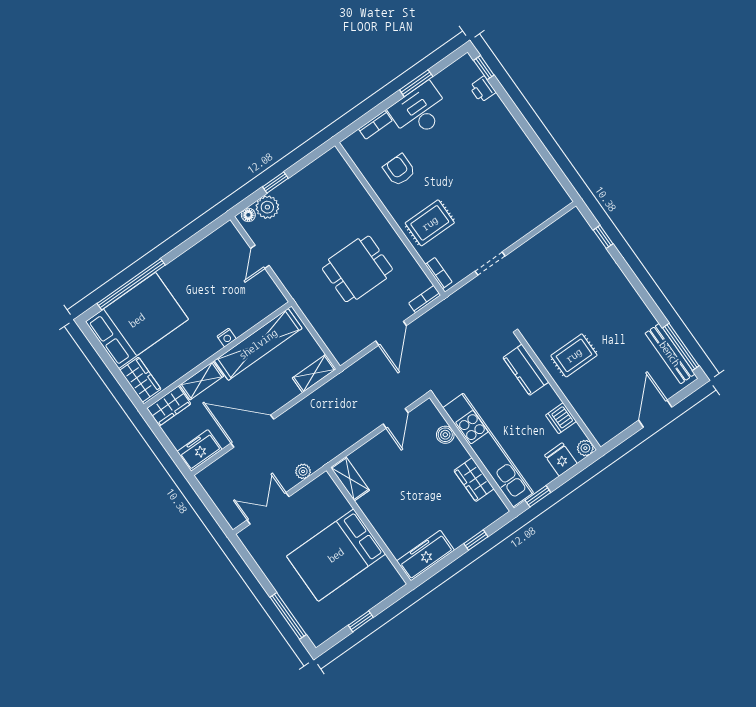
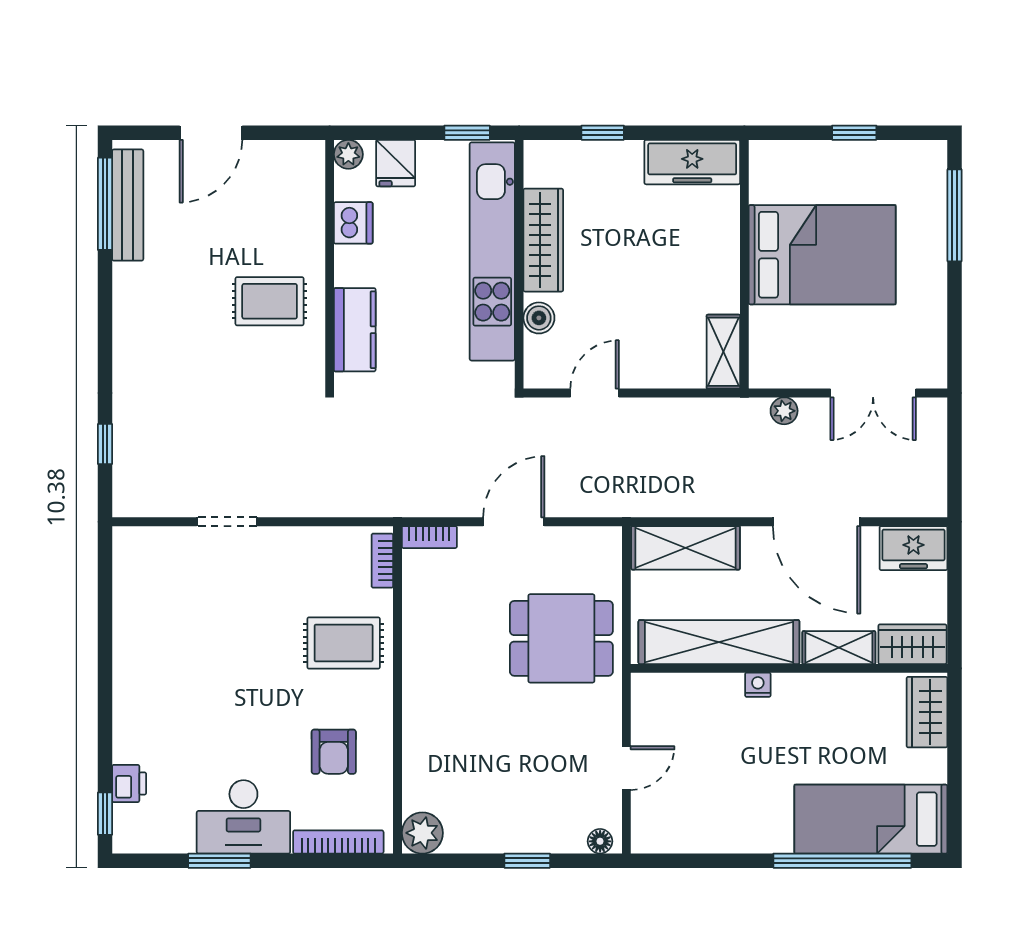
bookcase: (375, 125) -> (338, 842), width x1.56
plant: (267, 207) -> (422, 833), moved
doorway: (490, 264) -> (227, 522), moved
dining table: (357, 269) -> (561, 638), moved
bed: (137, 320) -> (871, 819), width x0.67
shelving: (314, 374) -> (686, 548), width x1.50, depth x1.33
wardrobe: (474, 480) -> (543, 240), width x1.50

